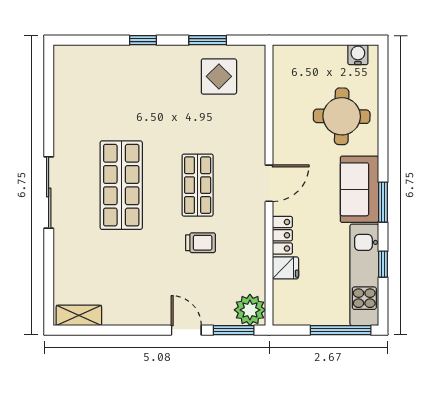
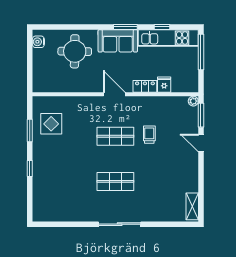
shop shelf: (121, 185) -> (115, 181), width x0.70, depth x0.74
plant: (250, 310) -> (193, 101), width x0.53, depth x0.53
door: (186, 330) -> (201, 143), hinge flipped

